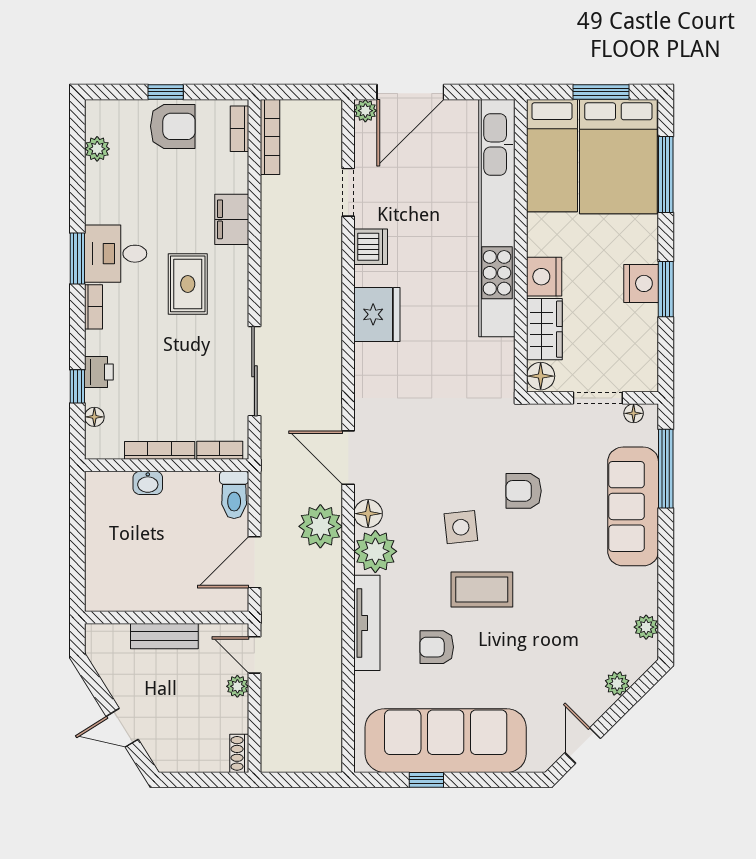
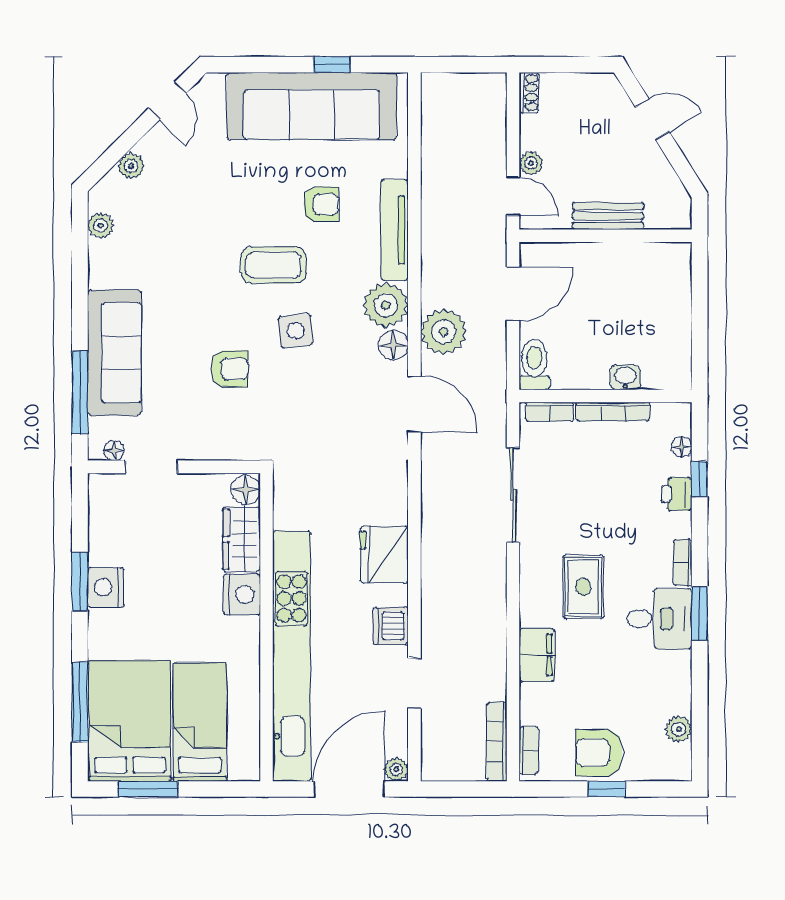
kitchen unit: (497, 218) -> (292, 656), moved
wall: (521, 246) -> (266, 627), moved
nightstand: (544, 277) -> (242, 595), moved
wardrobe: (544, 329) -> (242, 539), moved
floor lamp: (541, 376) -> (246, 490), moved

